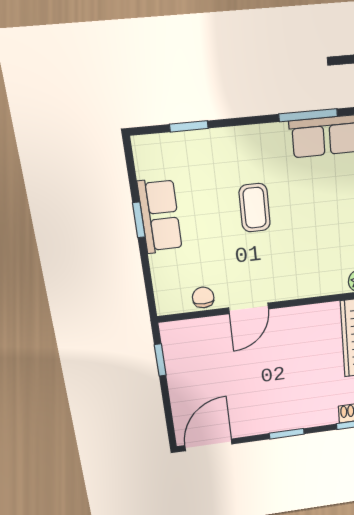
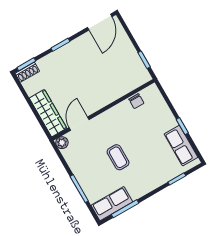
coffee table: (255, 208) -> (118, 157), moved
row of seats: (160, 216) -> (181, 146), moved
door: (249, 308) -> (79, 124), moved

